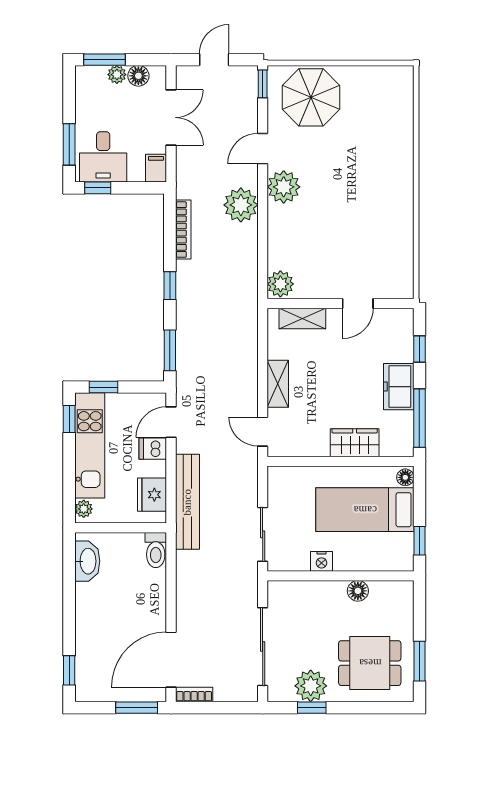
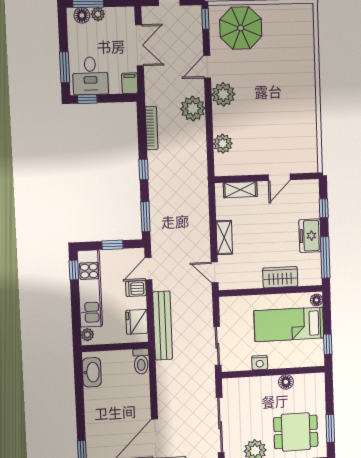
floor lamp: (138, 76) -> (82, 15), moved
plant: (280, 284) -> (223, 144), moved
window: (103, 387) -> (112, 245), moved

